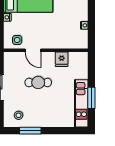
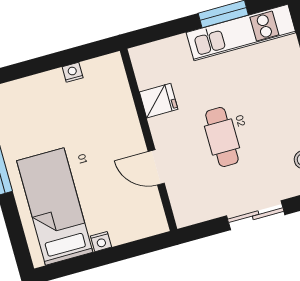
side table: (17, 40) -> (144, 207), removed
door: (33, 50) -> (156, 167), swing flipped

